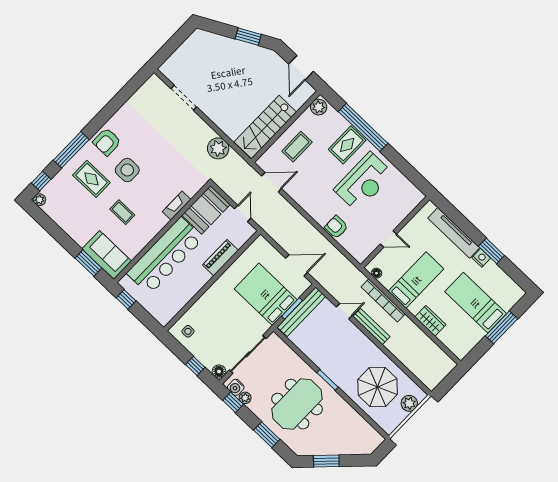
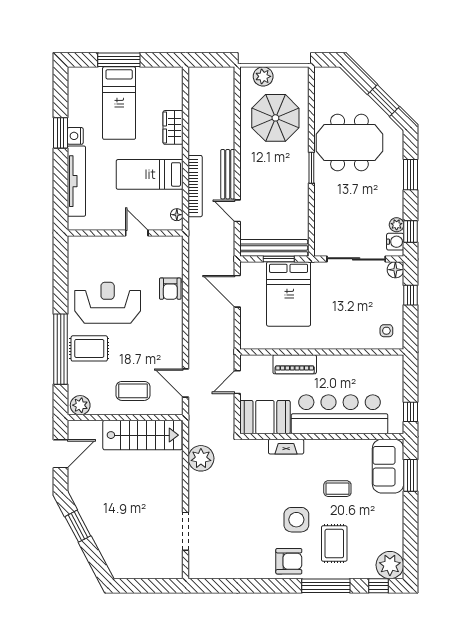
plant: (39, 200) -> (390, 565), width x1.87, depth x1.87
coffee table: (122, 212) -> (337, 489), turned 90
meeting table: (297, 404) -> (349, 143), moved

